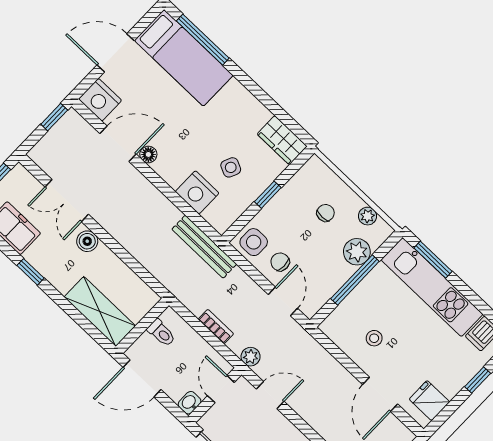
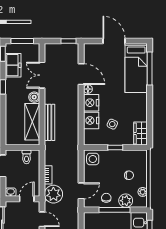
nightstand: (100, 100) -> (91, 103), moved
bench: (204, 247) -> (50, 122), moved
chair: (280, 262) -> (106, 198), moved
shelving: (100, 312) -> (32, 122), moved
plant: (251, 357) -> (53, 194), width x1.87, depth x1.87

